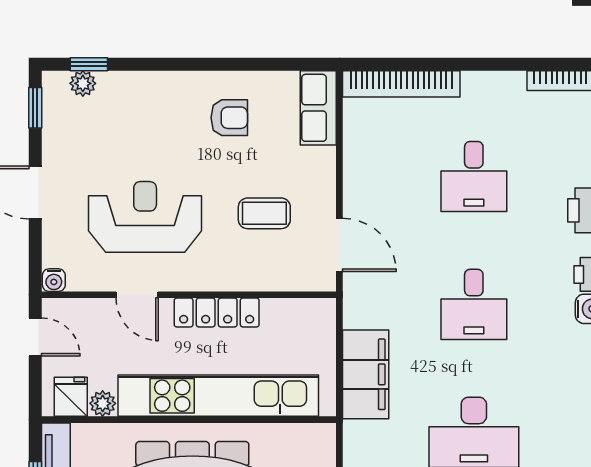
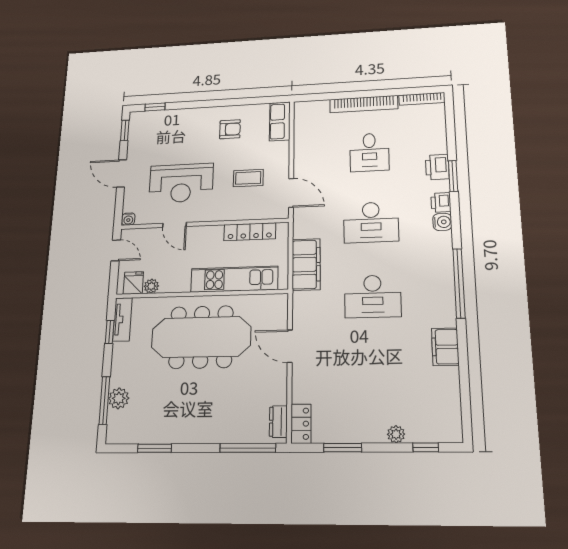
plant: (83, 83) -> (151, 117), removed
bookcase: (401, 84) -> (364, 104), moved
reception desk: (145, 217) -> (181, 183), turned 180
desk: (474, 304) -> (371, 222), width x1.37
locker: (217, 312) -> (250, 232), moved
kitchen unit: (218, 396) -> (234, 279), width x0.73

